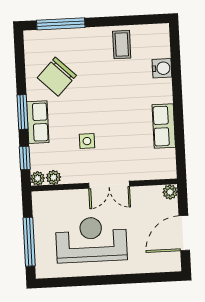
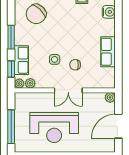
row of seats: (38, 122) -> (21, 60), moved
chair: (117, 147) -> (75, 65), added
reception desk: (91, 240) -> (54, 128), turned 180

